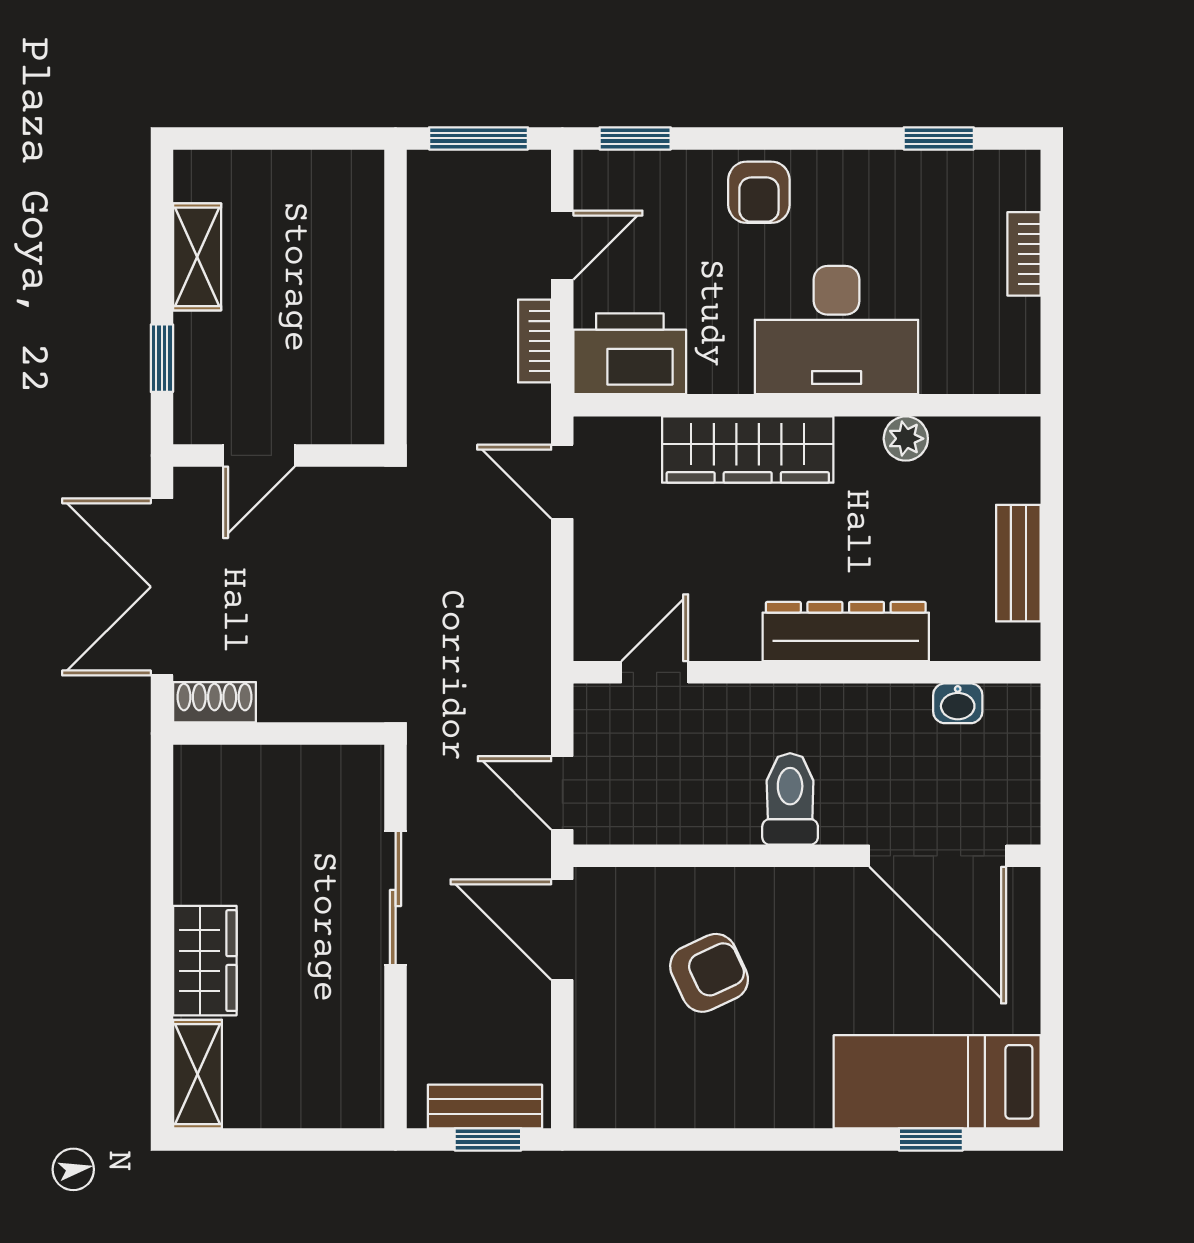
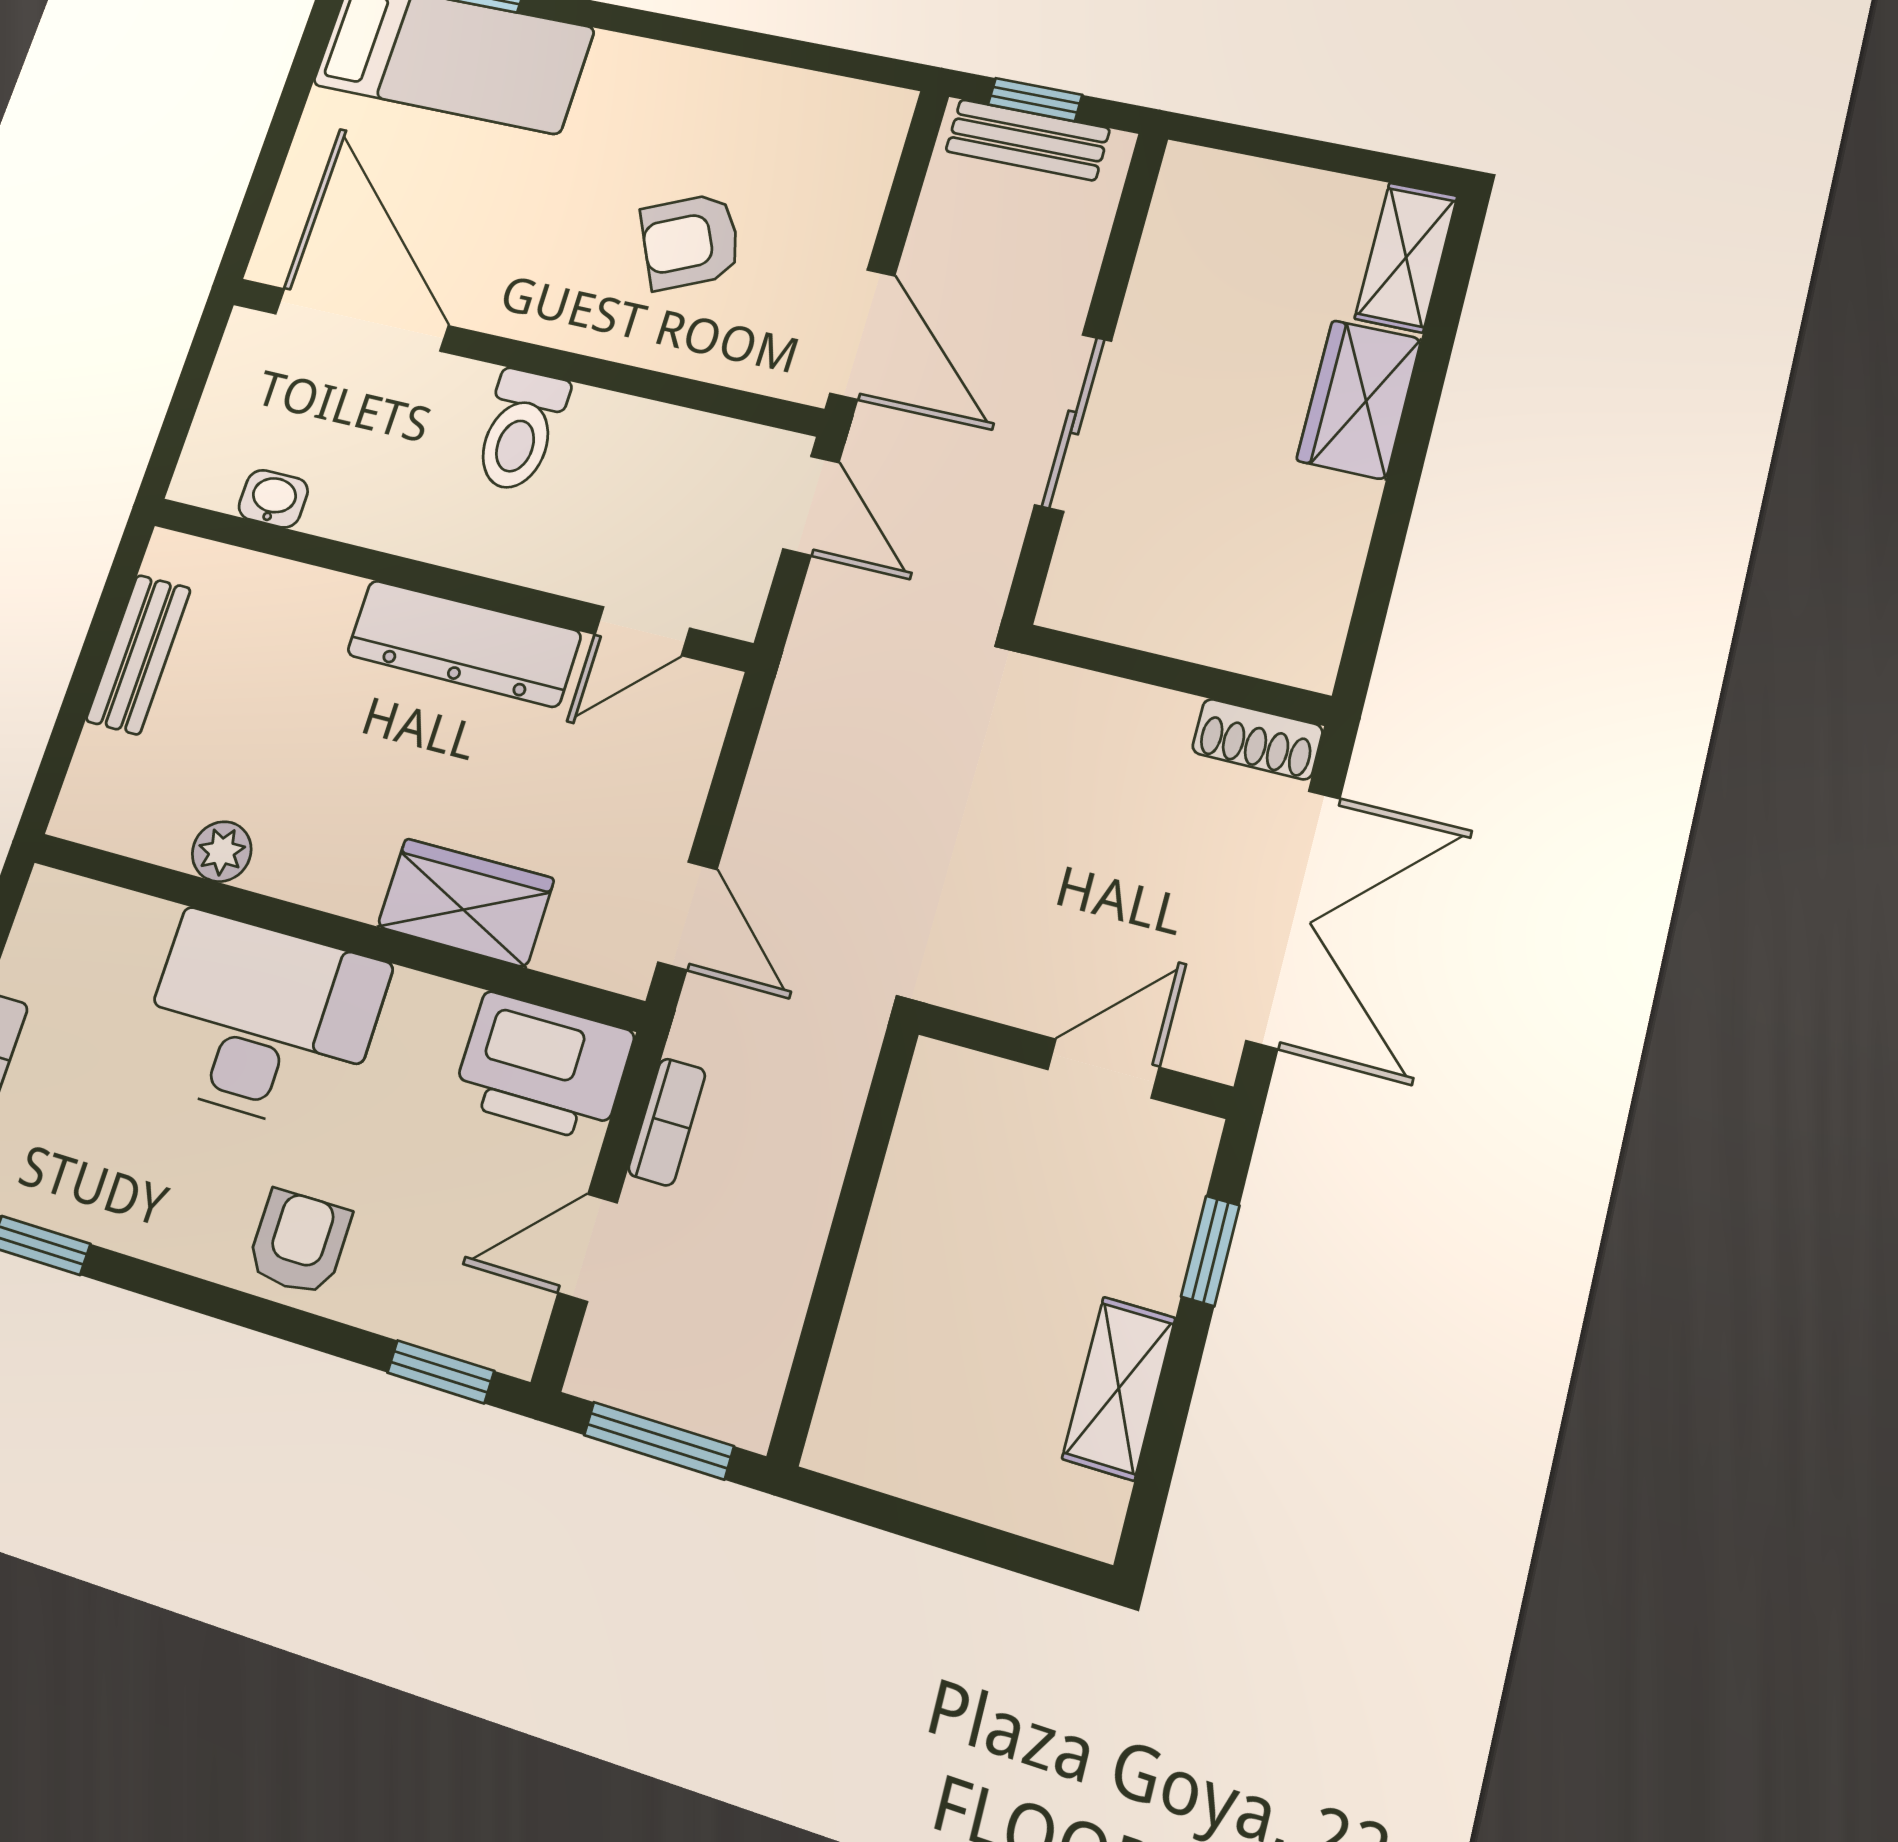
wardrobe: (748, 450) -> (466, 903), width x0.67
dresser: (846, 632) -> (464, 643), moved

